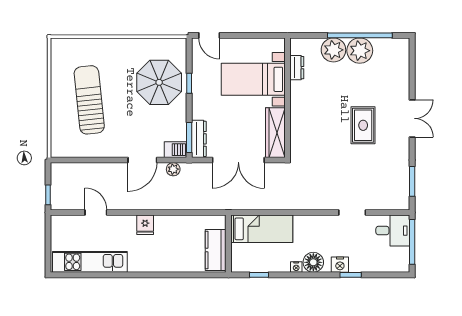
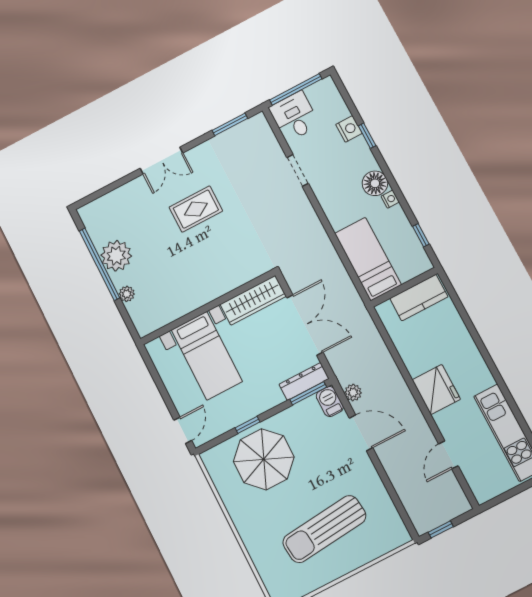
plant: (333, 50) -> (127, 294), width x0.53, depth x0.53
dresser: (297, 68) -> (169, 314), removed
double door: (412, 118) -> (161, 161), swing flipped
window: (48, 195) -> (441, 529), moved
fridge: (145, 225) -> (436, 389), width x1.88, depth x1.34
nightstand: (340, 265) -> (349, 129), moved

